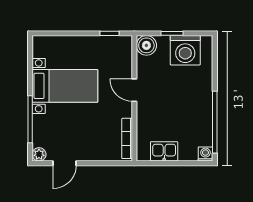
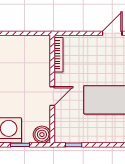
door: (134, 90) -> (52, 96), hinge flipped
kitchen sink: (164, 151) -> (27, 44), removed

